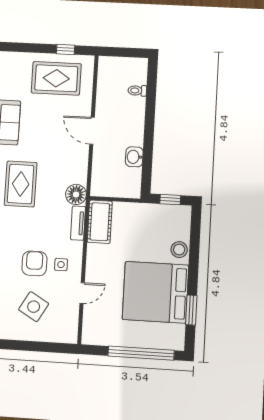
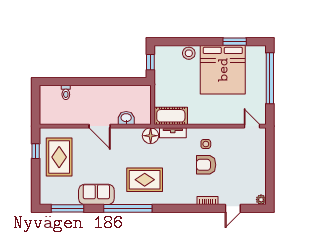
door: (92, 131) -> (100, 126), hinge flipped
washbasin: (134, 157) -> (126, 118), moved, turned 180
door: (82, 293) -> (252, 126), moved
side table: (34, 307) -> (240, 163), removed

